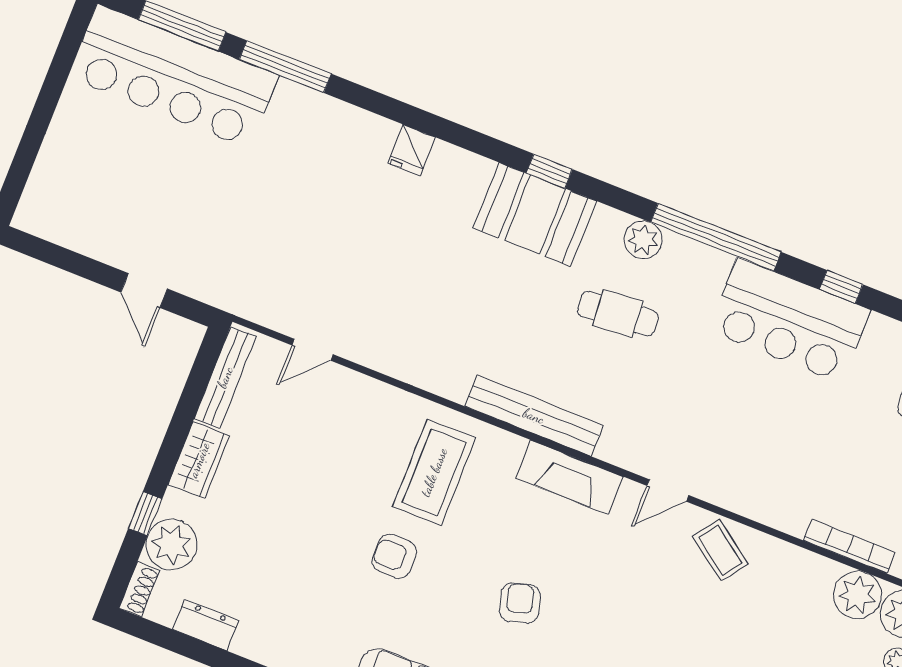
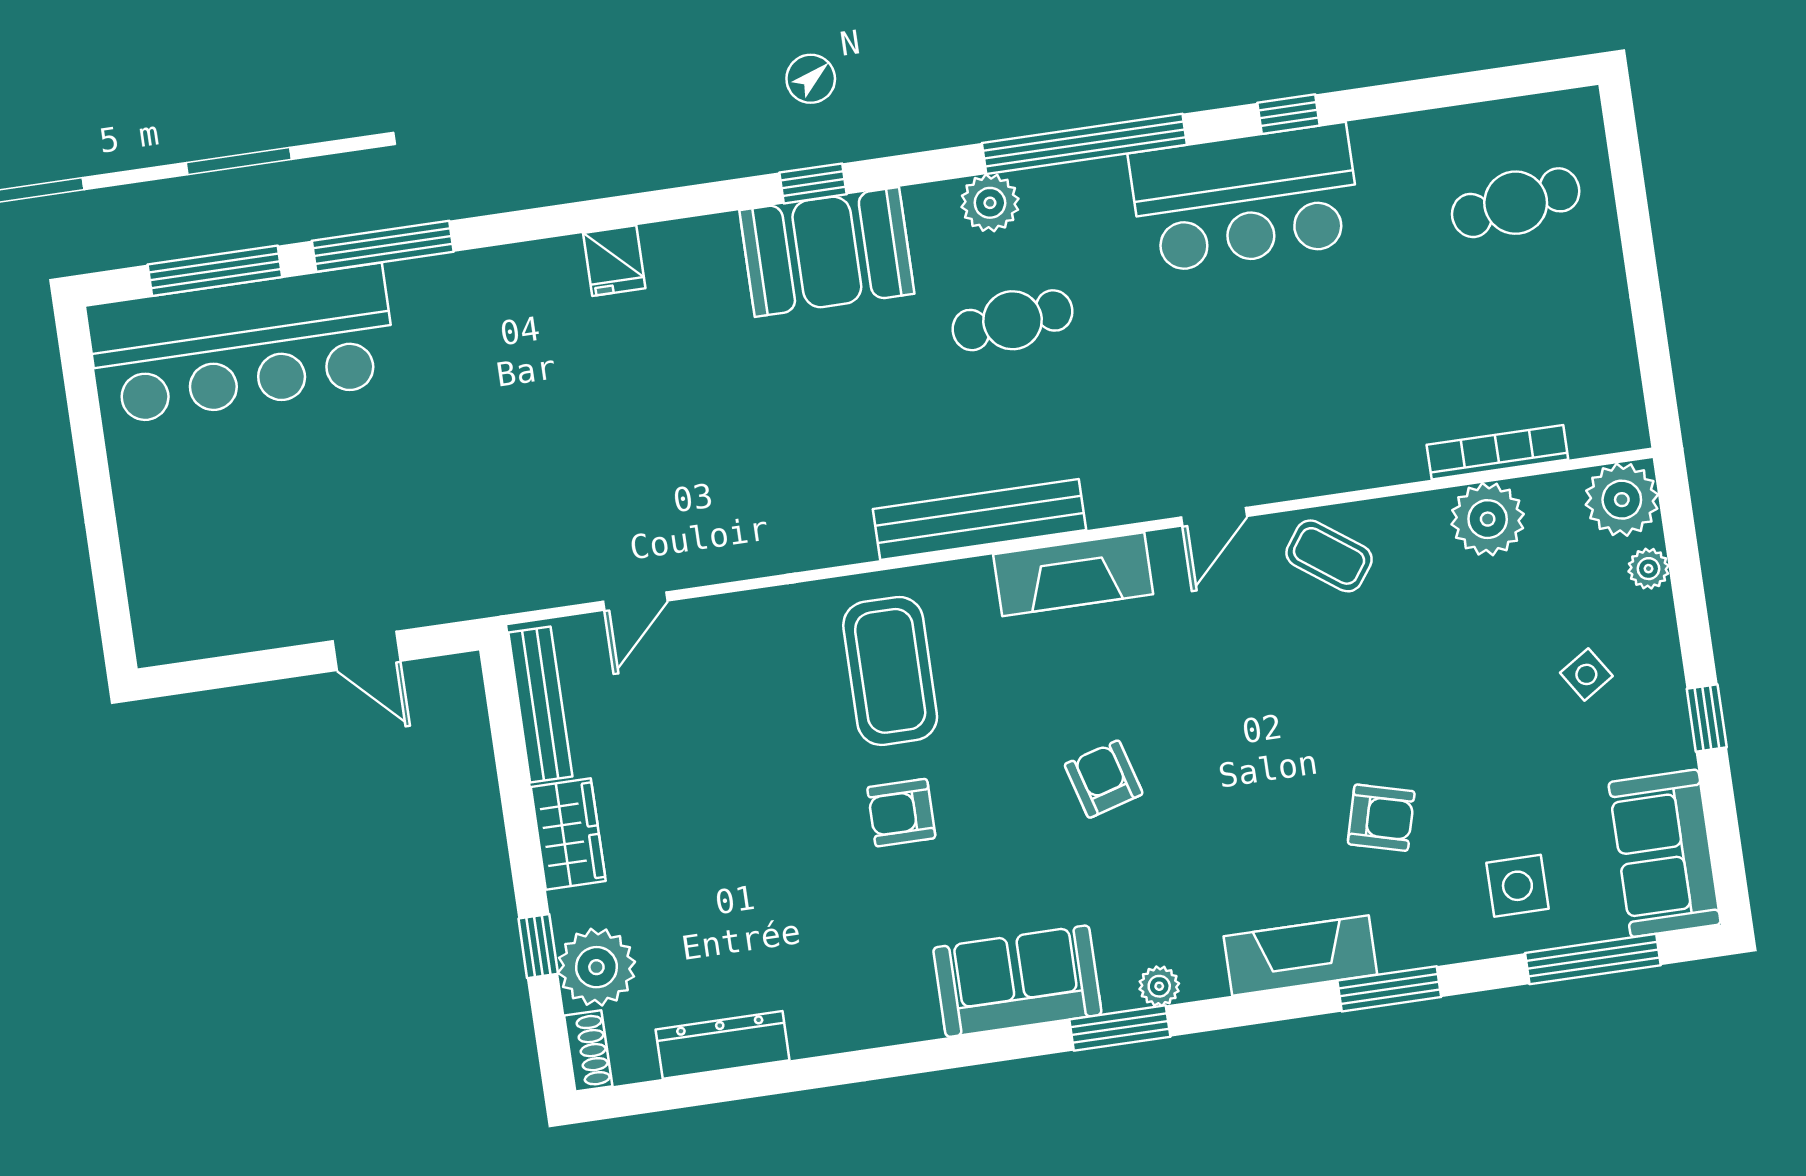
plant: (857, 595) -> (1488, 519), moved
dresser: (206, 625) -> (723, 1045), width x1.44

